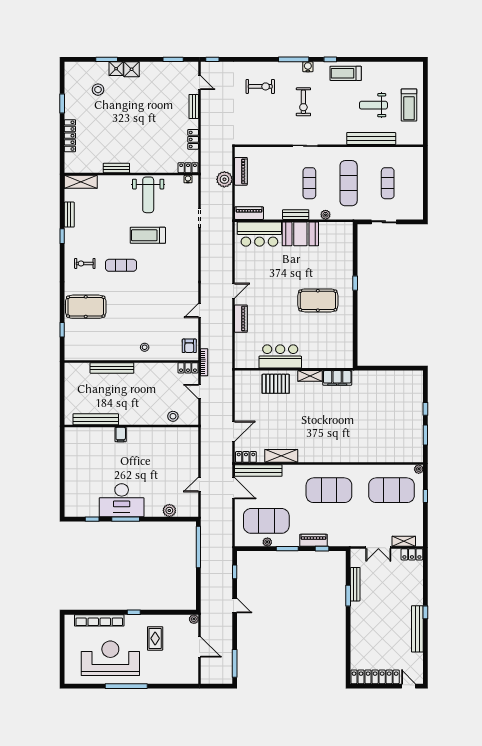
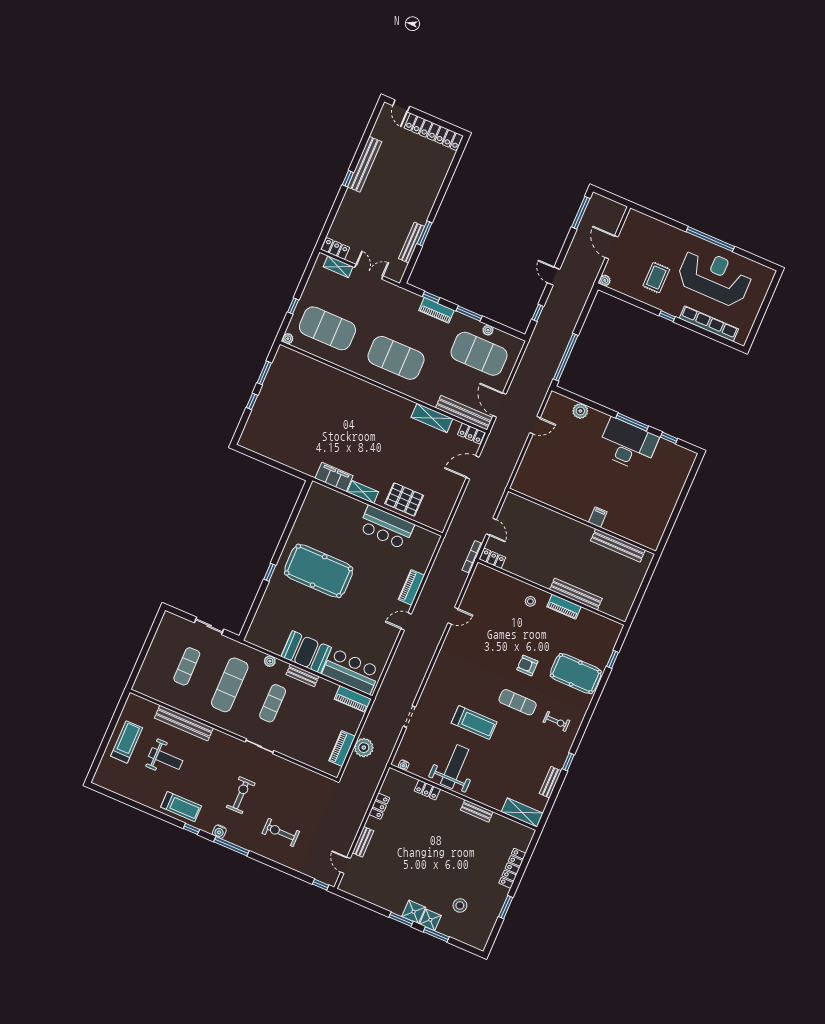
window: (173, 59) -> (401, 919), moved
locker: (188, 168) -> (427, 790), moved
pool table: (318, 300) -> (319, 571), width x1.36, depth x1.32
armchair: (189, 346) -> (527, 665), moved, turned -90
piano: (117, 354) -> (564, 607), added
stool: (173, 416) -> (532, 512), removed
reception desk: (110, 658) -> (715, 277), turned 180

